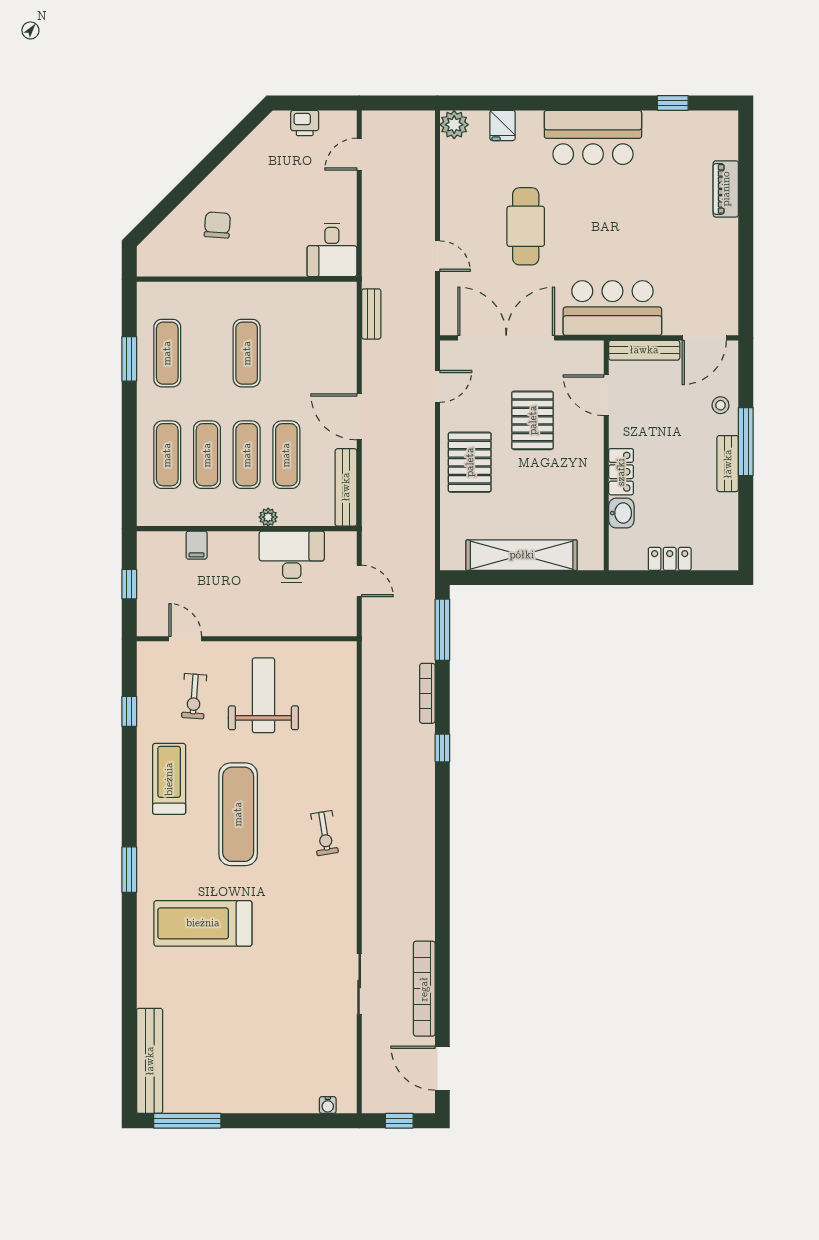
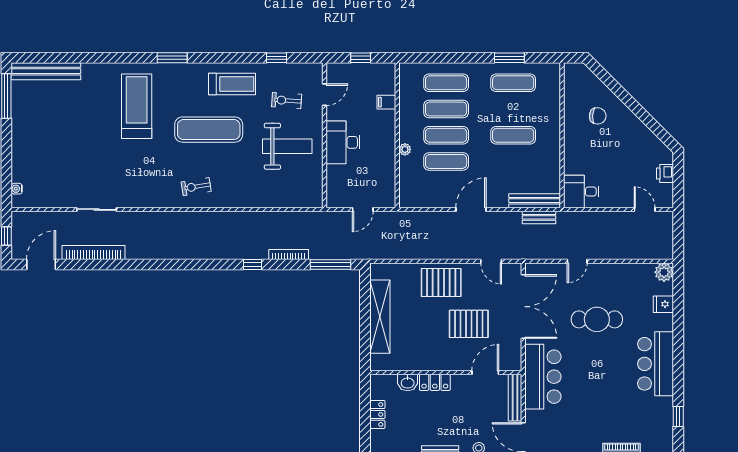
bench: (346, 487) -> (534, 201), moved
desk: (292, 557) -> (343, 142), moved, turned 180

